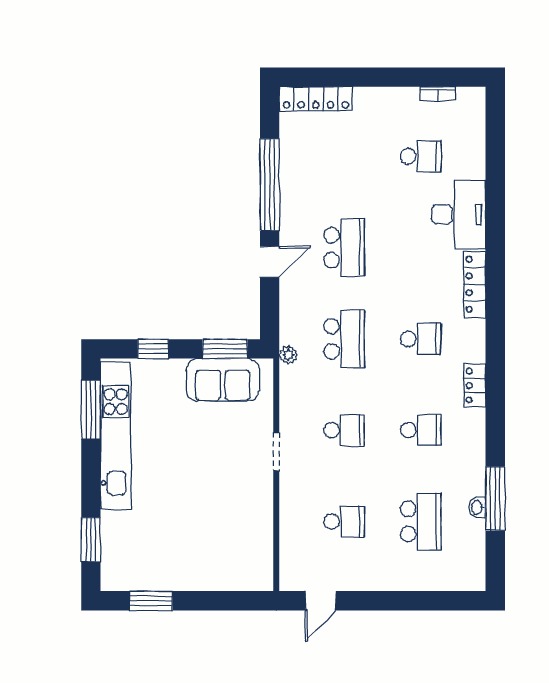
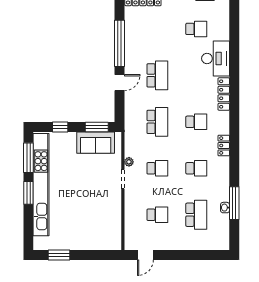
plant: (288, 355) -> (129, 162), moved
kitchen unit: (116, 436) -> (41, 185), width x1.36
window: (91, 540) -> (28, 193), moved

